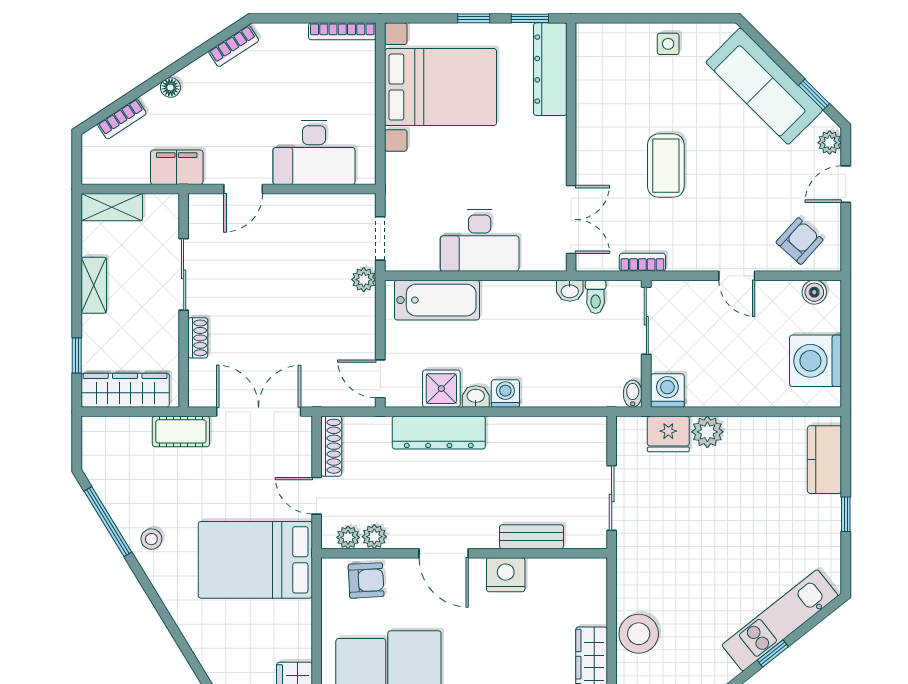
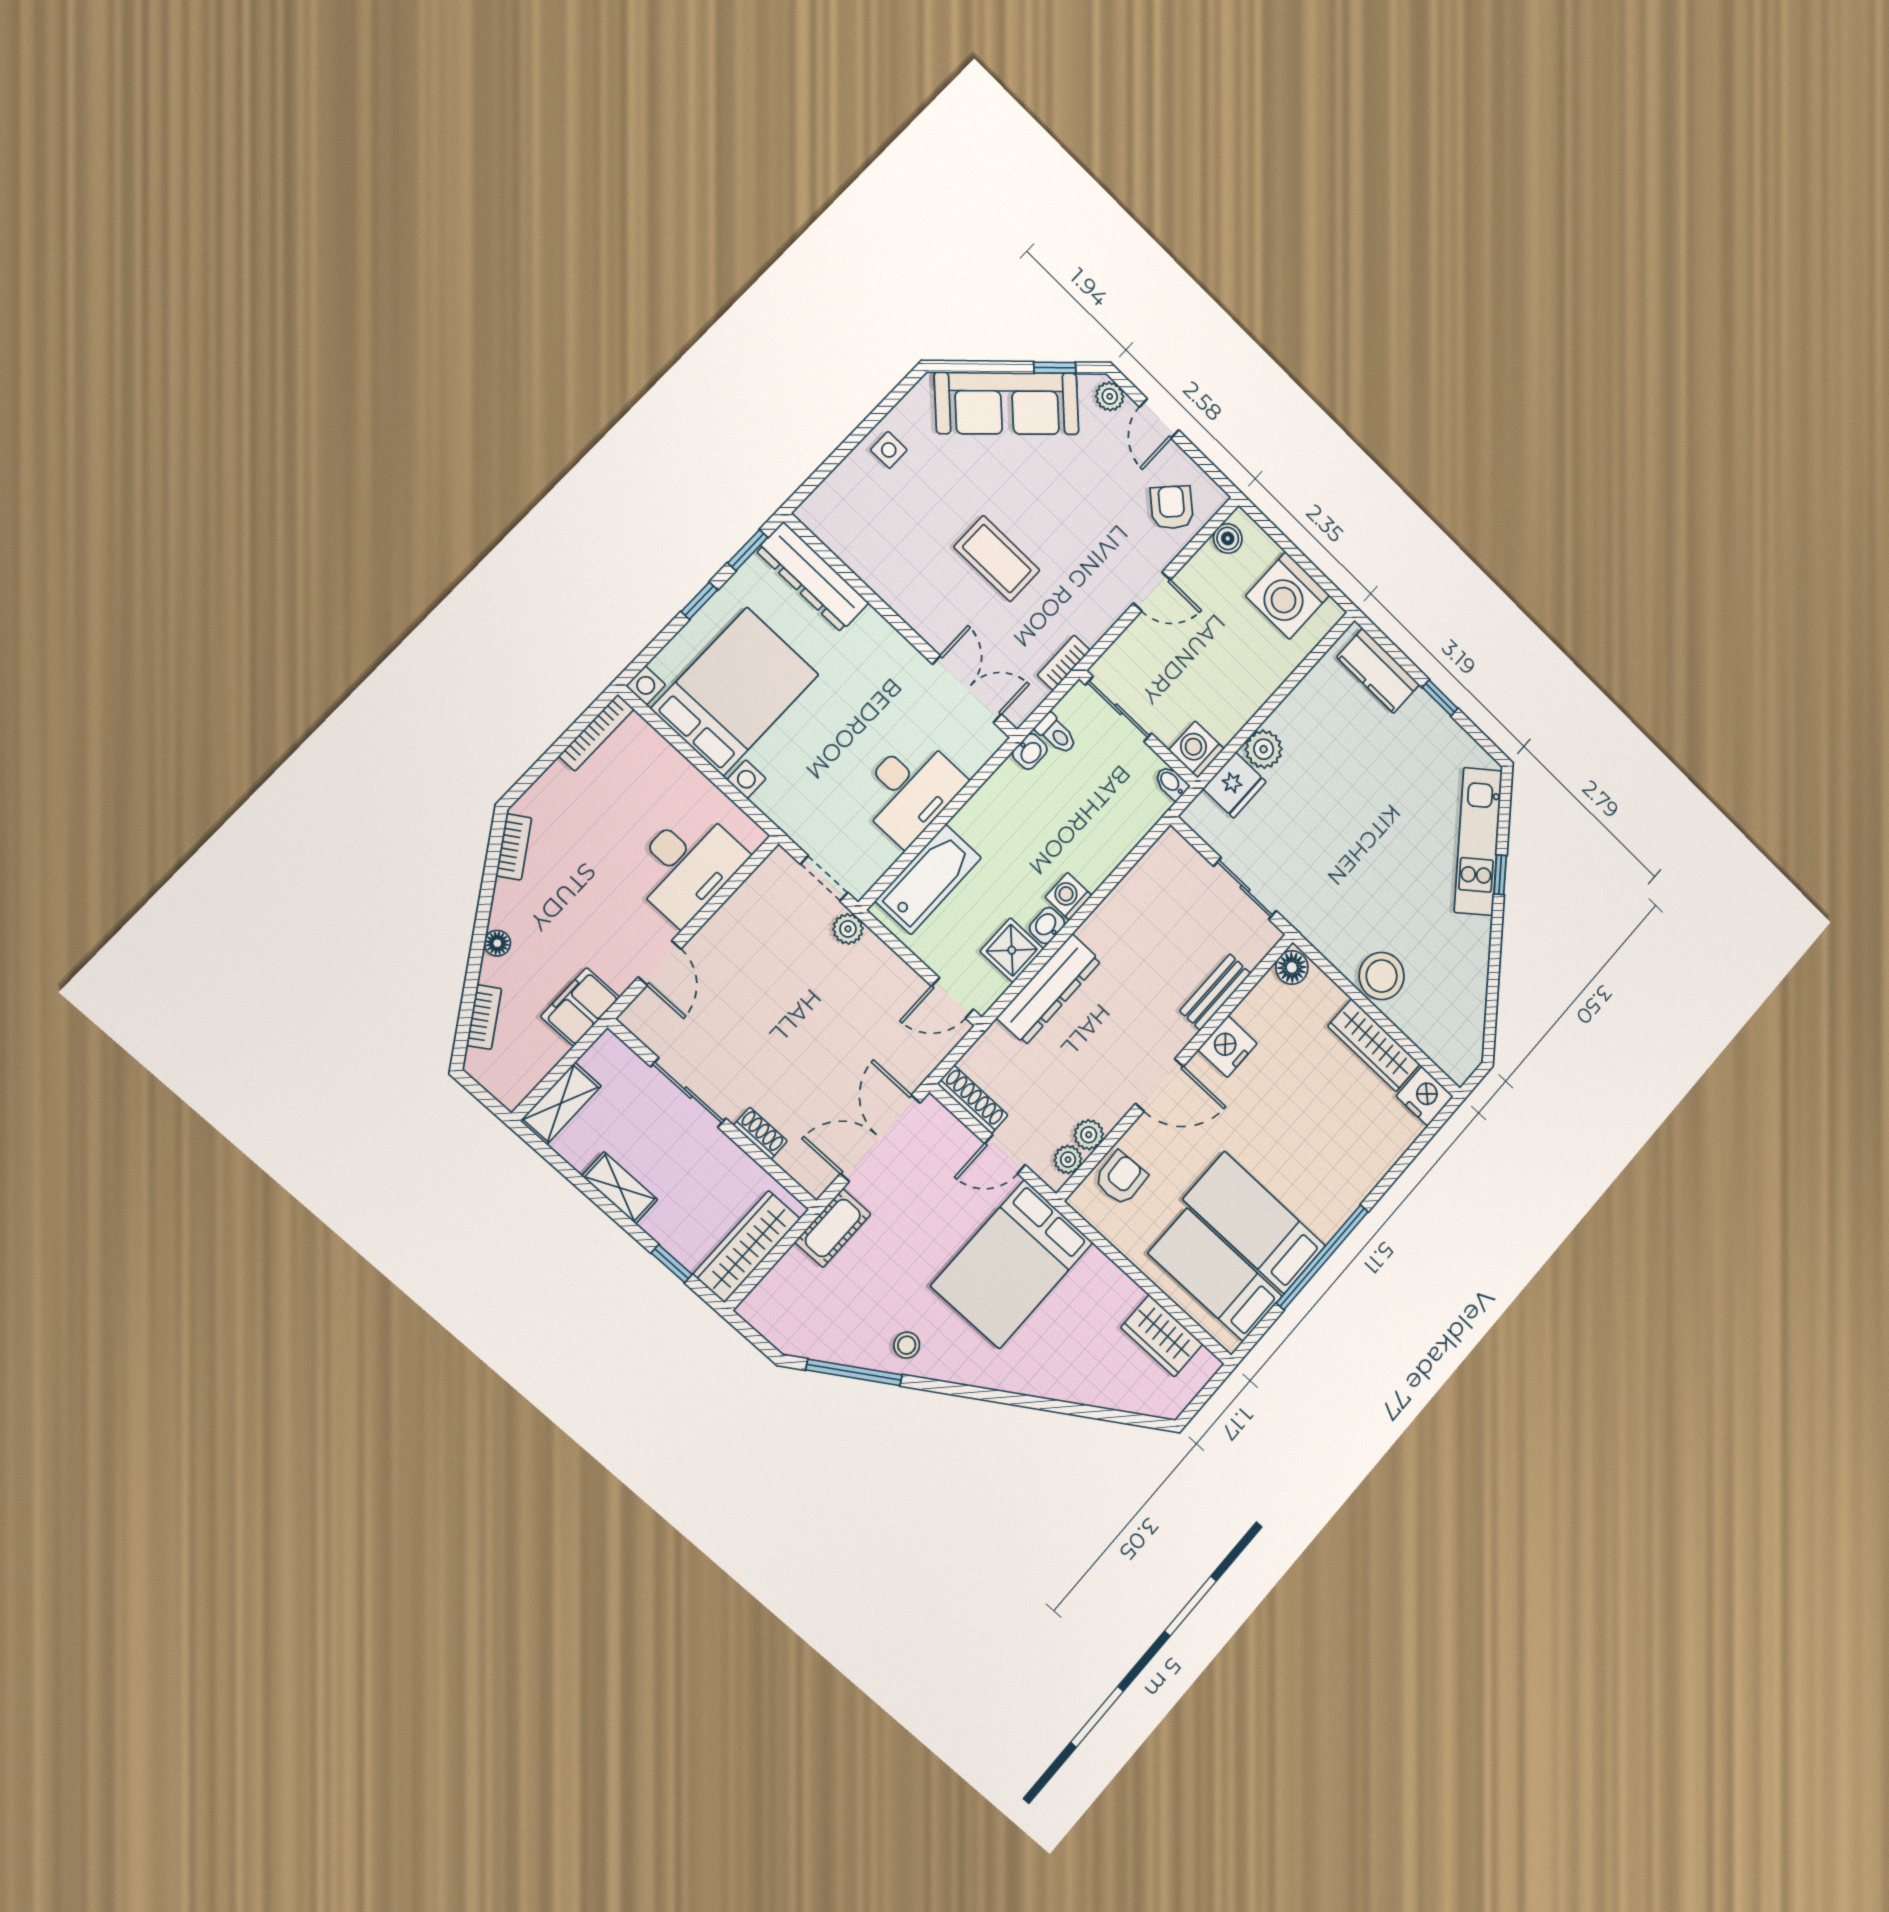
floor lamp: (591, 572) -> (1292, 967), added

